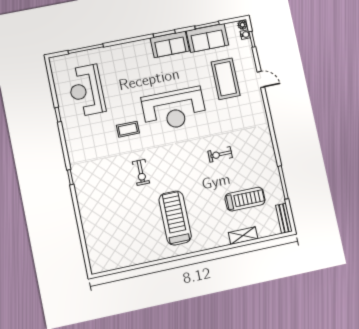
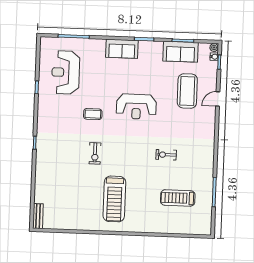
sofa: (170, 44) -> (122, 49), moved
door: (261, 79) -> (218, 99), swing flipped
reception desk: (174, 109) -> (136, 107), width x0.74, depth x0.77
treadmill: (245, 199) -> (178, 198), turned 180
treadmill: (175, 218) -> (114, 199), turned 180
bench: (284, 218) -> (38, 216), moved
shelving: (243, 236) -> (168, 228), removed

